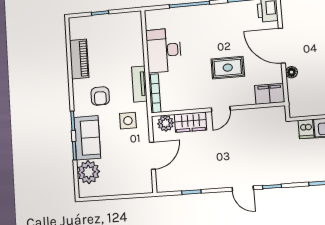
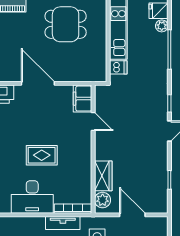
door: (282, 46) -> (38, 83), swing flipped
rug: (228, 68) -> (42, 155), moved, turned 90
floor lamp: (291, 72) -> (64, 76), removed
door: (221, 109) -> (93, 122), moved

